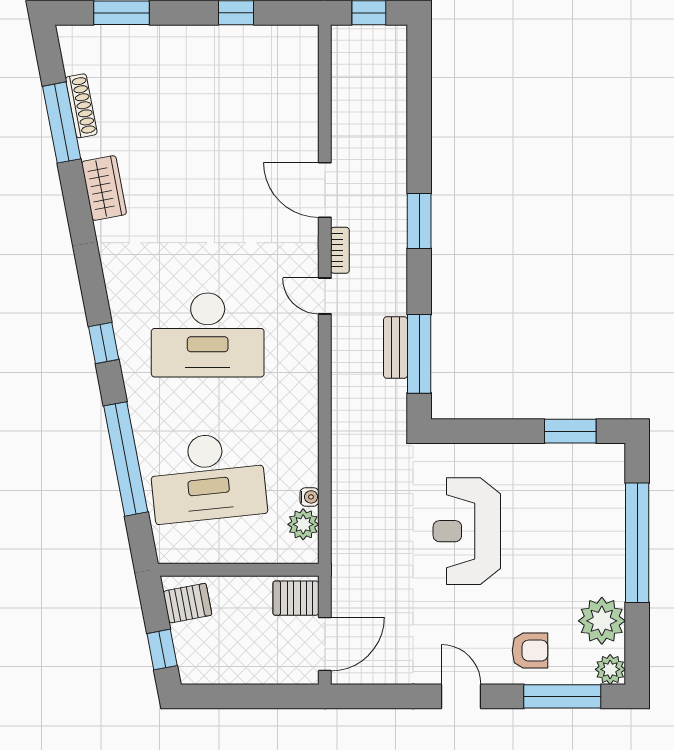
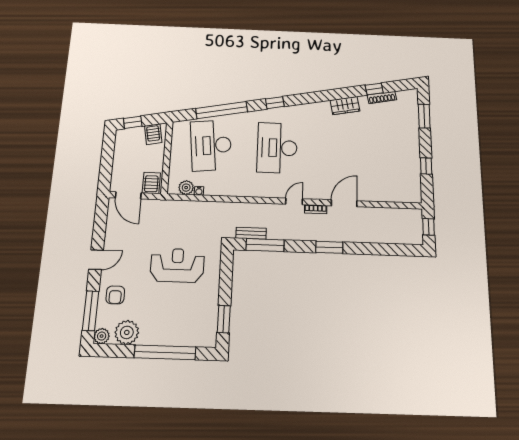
window: (62, 123) -> (374, 89), width x0.46
bench: (395, 347) -> (251, 233), moved

